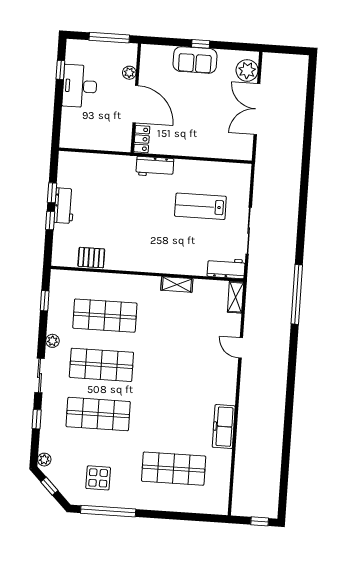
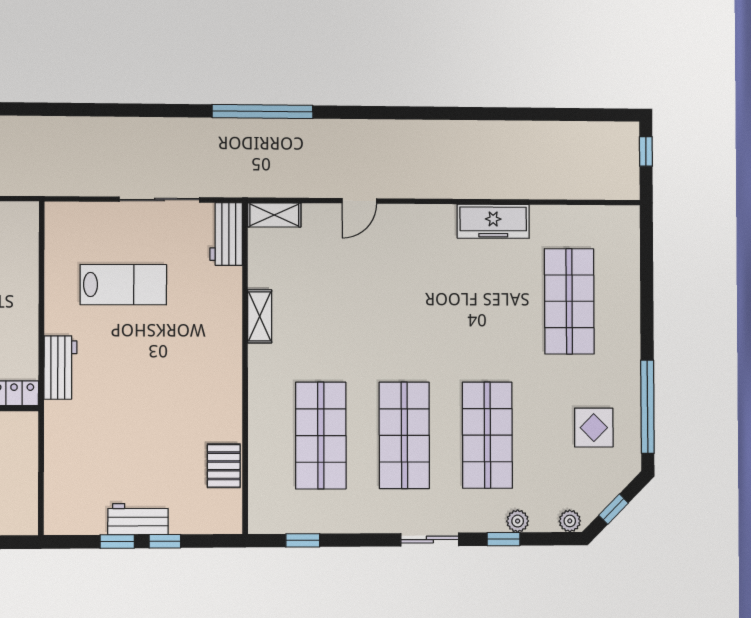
lab bench: (200, 206) -> (123, 285), turned -90
plant: (52, 341) -> (518, 521), moved

